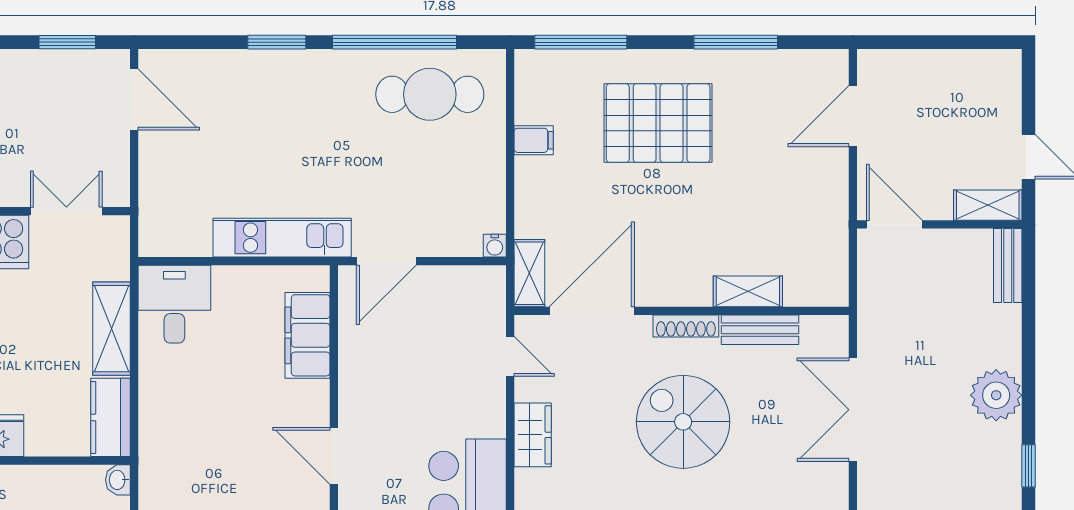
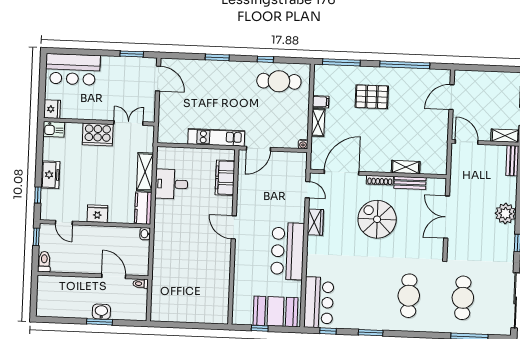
window: (395, 42) -> (265, 59), width x0.32
window: (736, 42) -> (405, 65), width x1.46
pallet: (658, 123) -> (372, 97), width x0.73, depth x0.71
shelving: (529, 273) -> (318, 123), moved
desk: (174, 304) -> (171, 184), moved, turned -90

